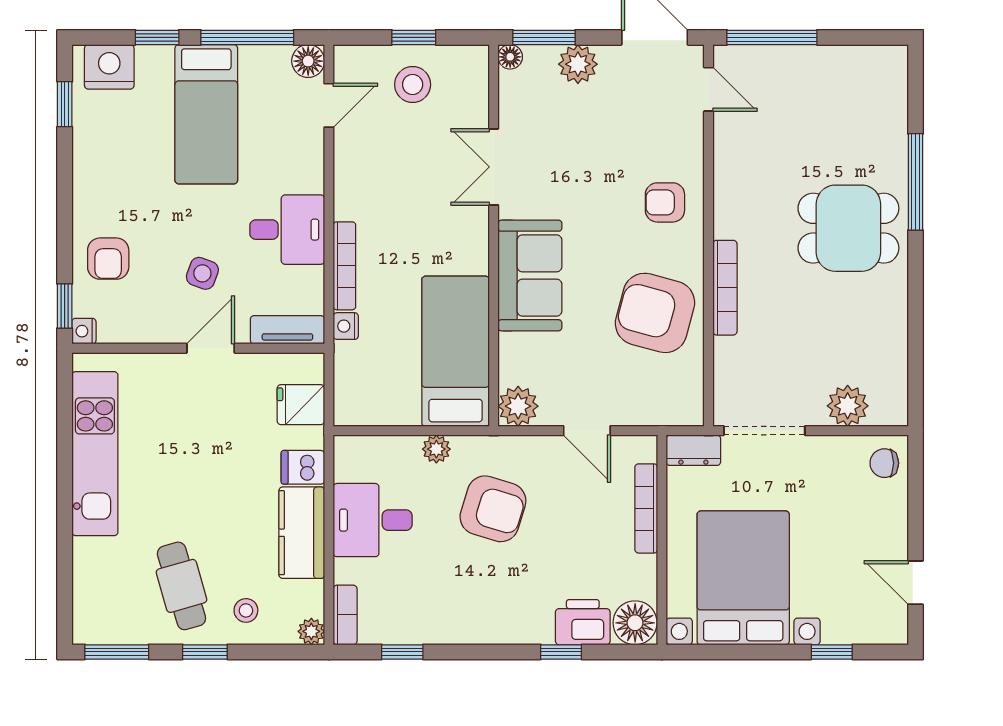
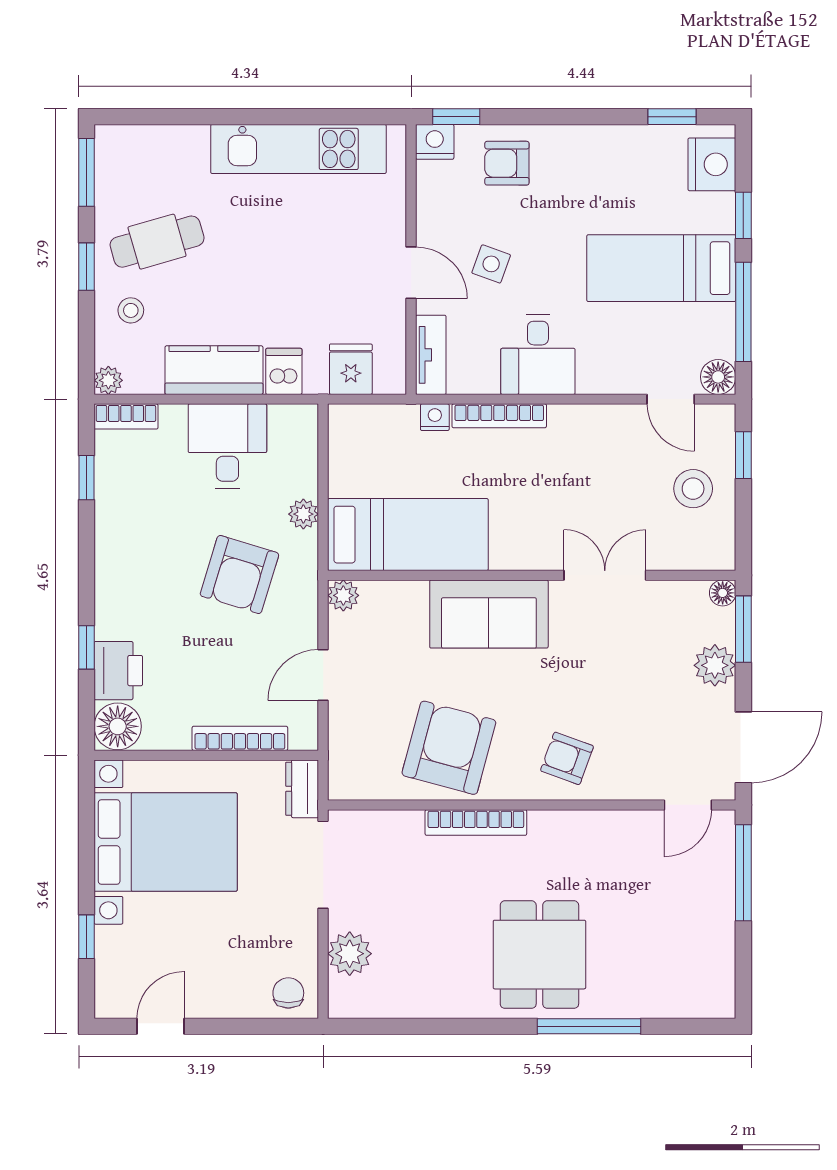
window: (414, 37) -> (743, 455), moved
armchair: (665, 202) -> (567, 758), turned -70
nightstand: (84, 331) -> (435, 142), width x1.39, depth x1.35
plant: (518, 406) -> (343, 595), width x0.73, depth x0.73

